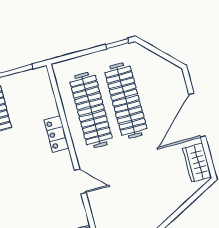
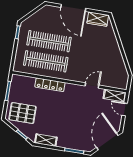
locker: (56, 134) -> (50, 85), width x1.53
door: (80, 181) -> (92, 86), moved

